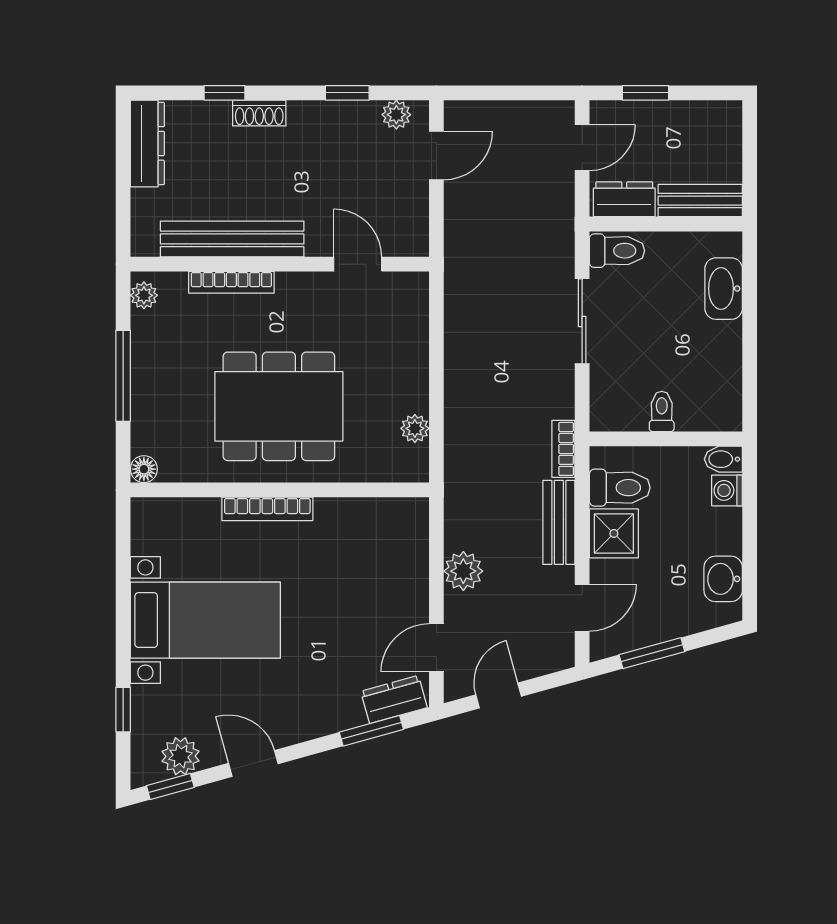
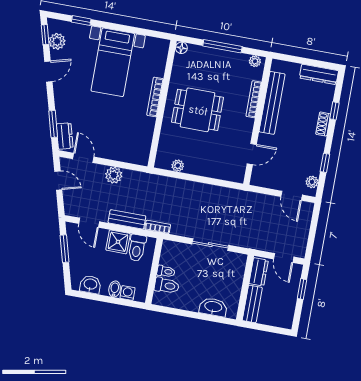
toilet: (617, 251) -> (167, 286), moved, turned -90
dining table: (279, 406) -> (198, 110), width x0.73
bidet: (723, 459) -> (115, 289), moved

